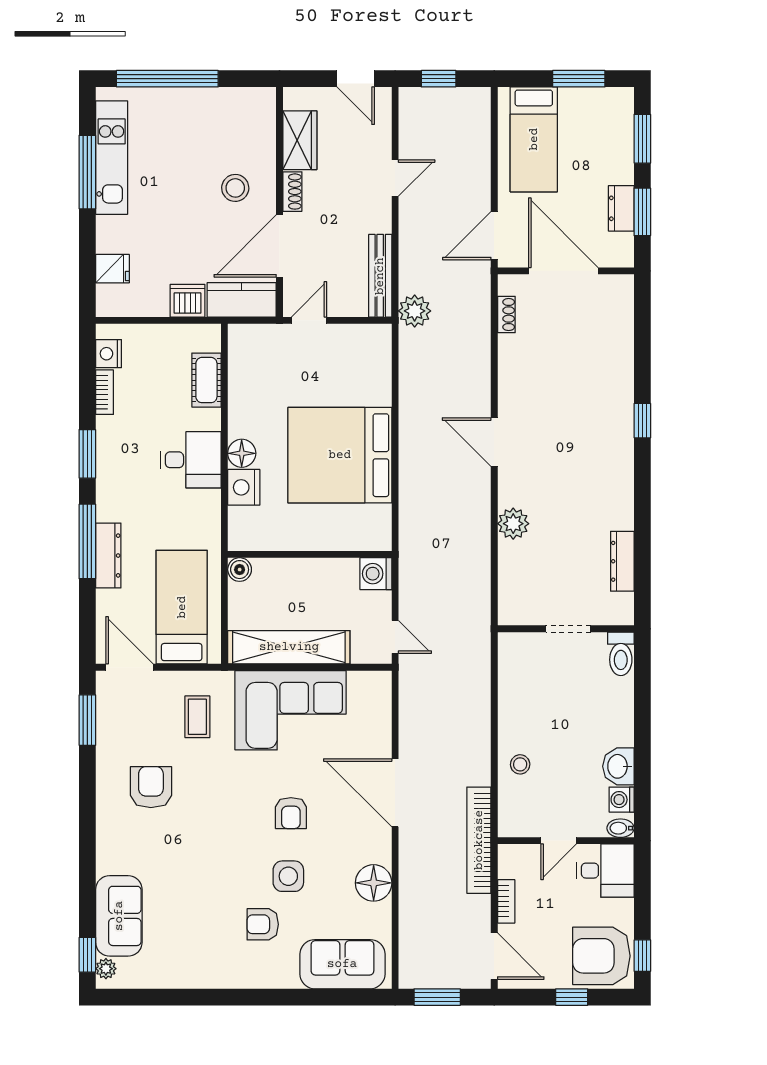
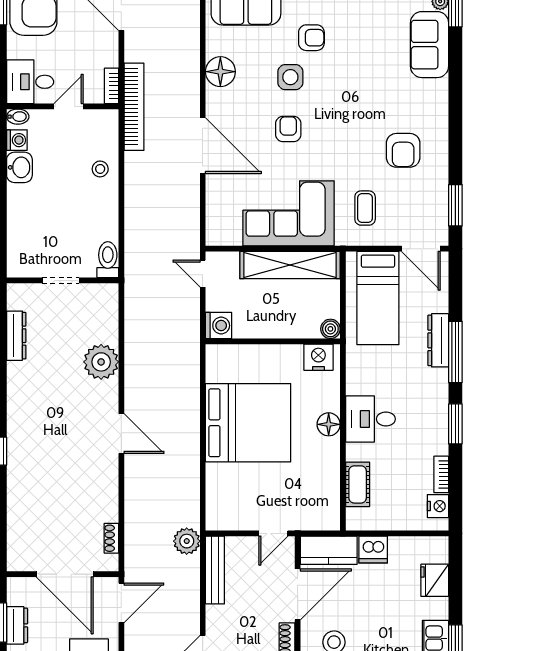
fridge: (112, 269) -> (435, 580), width x1.38
nightstand: (244, 487) -> (318, 357), moved, turned -90
plant: (513, 524) -> (101, 362), width x1.36, depth x1.36
toilet: (621, 654) -> (108, 260), moved
bookcase: (506, 901) -> (112, 86), moved

